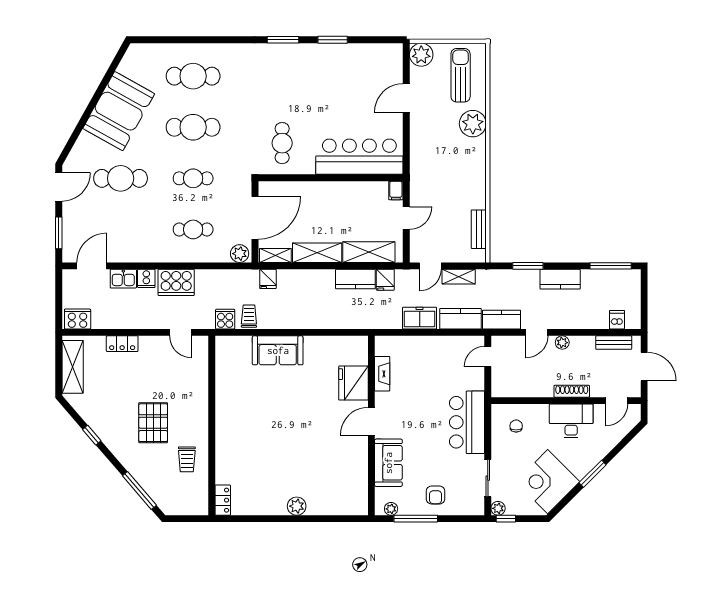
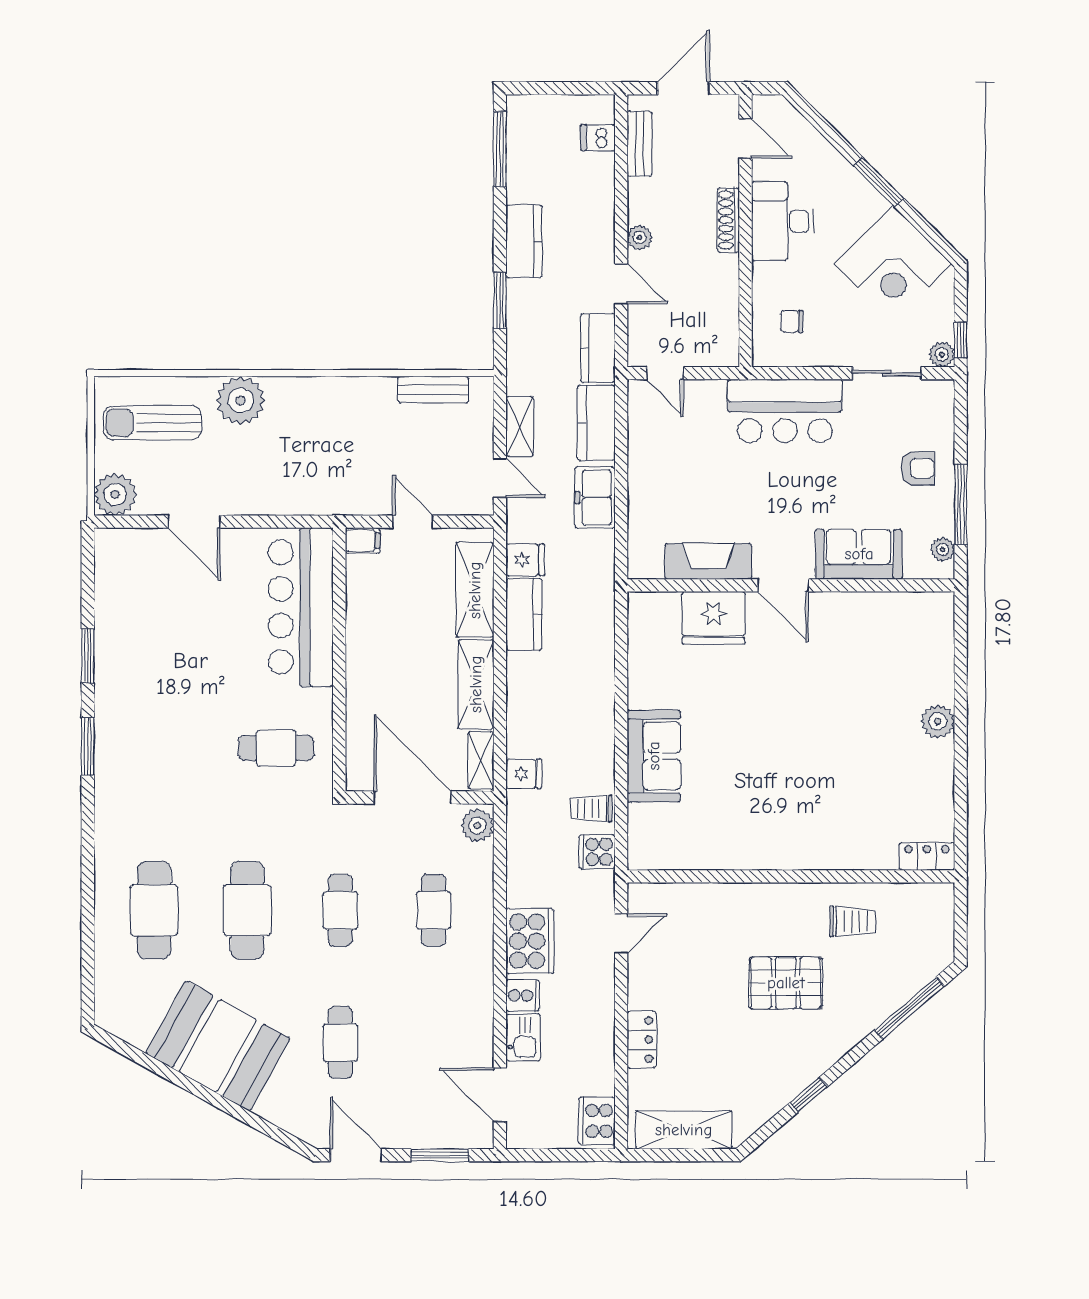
cafe table: (121, 178) -> (340, 1042), width x0.73, depth x0.74
fireplace: (382, 374) -> (708, 561), width x1.37, depth x1.32

